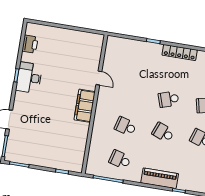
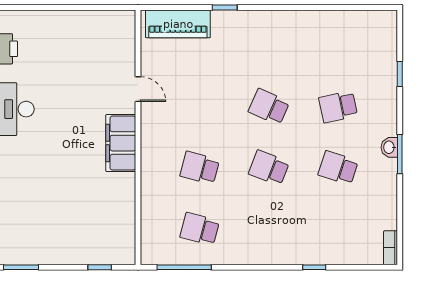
locker: (180, 53) -> (275, 20), removed
school desk: (169, 99) -> (269, 107), turned 42
piano: (160, 178) -> (178, 24), moved, turned 180

